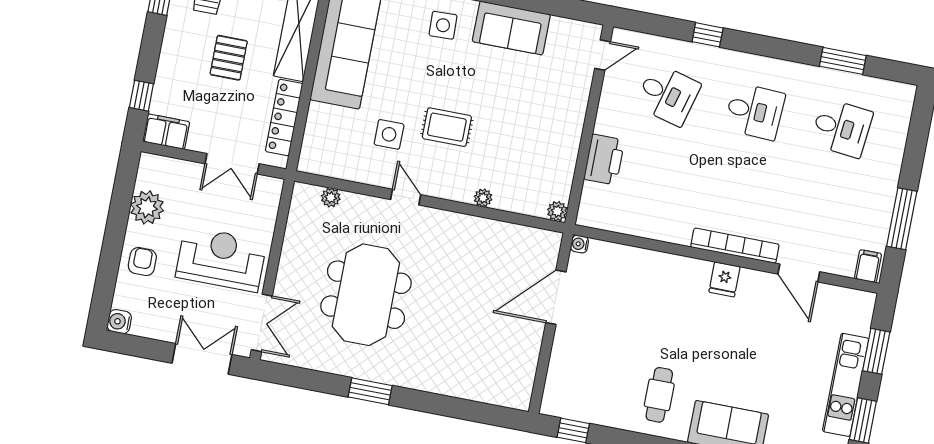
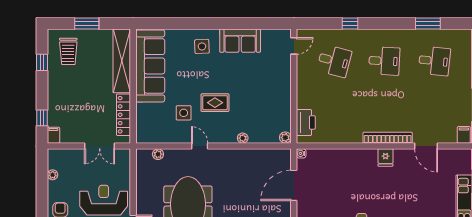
pallet: (229, 58) -> (86, 87), removed
filing cabinet: (166, 132) -> (53, 135), width x0.50
printer: (604, 160) -> (306, 122), moved
plant: (147, 207) -> (53, 175), width x0.53, depth x0.53

